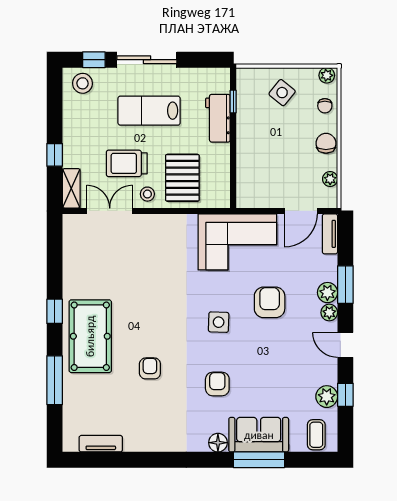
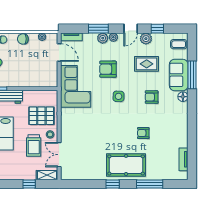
rug: (279, 374) -> (147, 64), added
plant: (327, 397) -> (146, 39), moved

